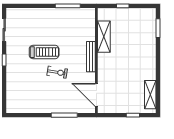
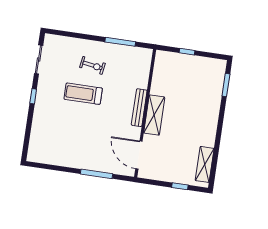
shelving: (104, 37) -> (154, 115), moved
treadmill: (44, 52) -> (83, 94), turned 180
exercise bike: (57, 72) -> (93, 65), moved

